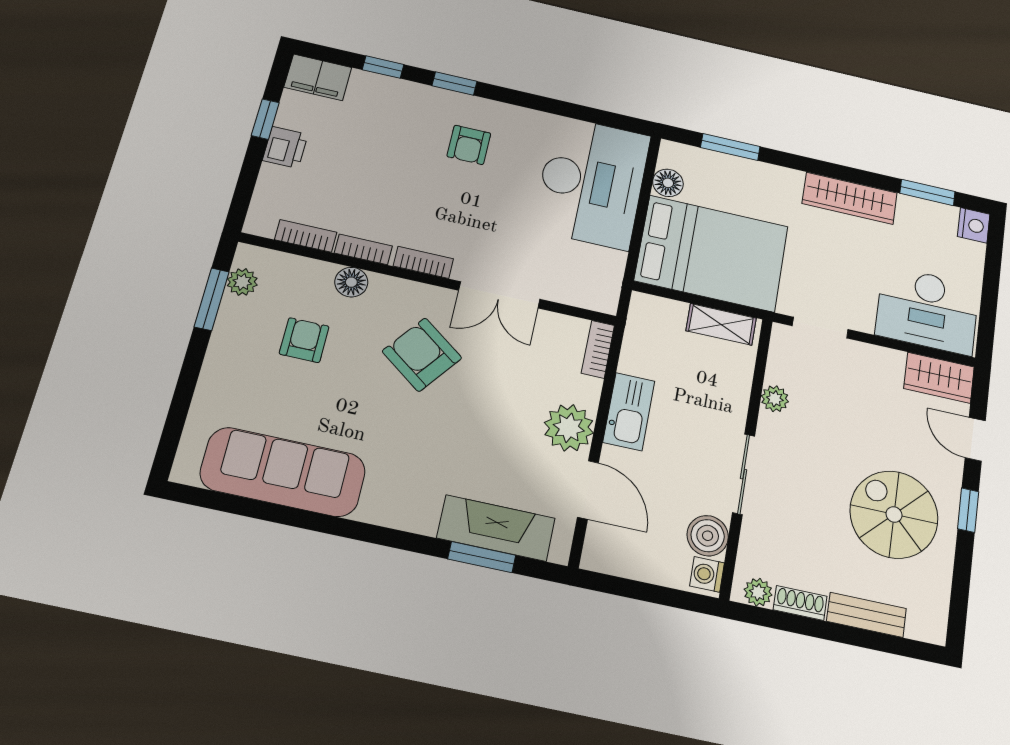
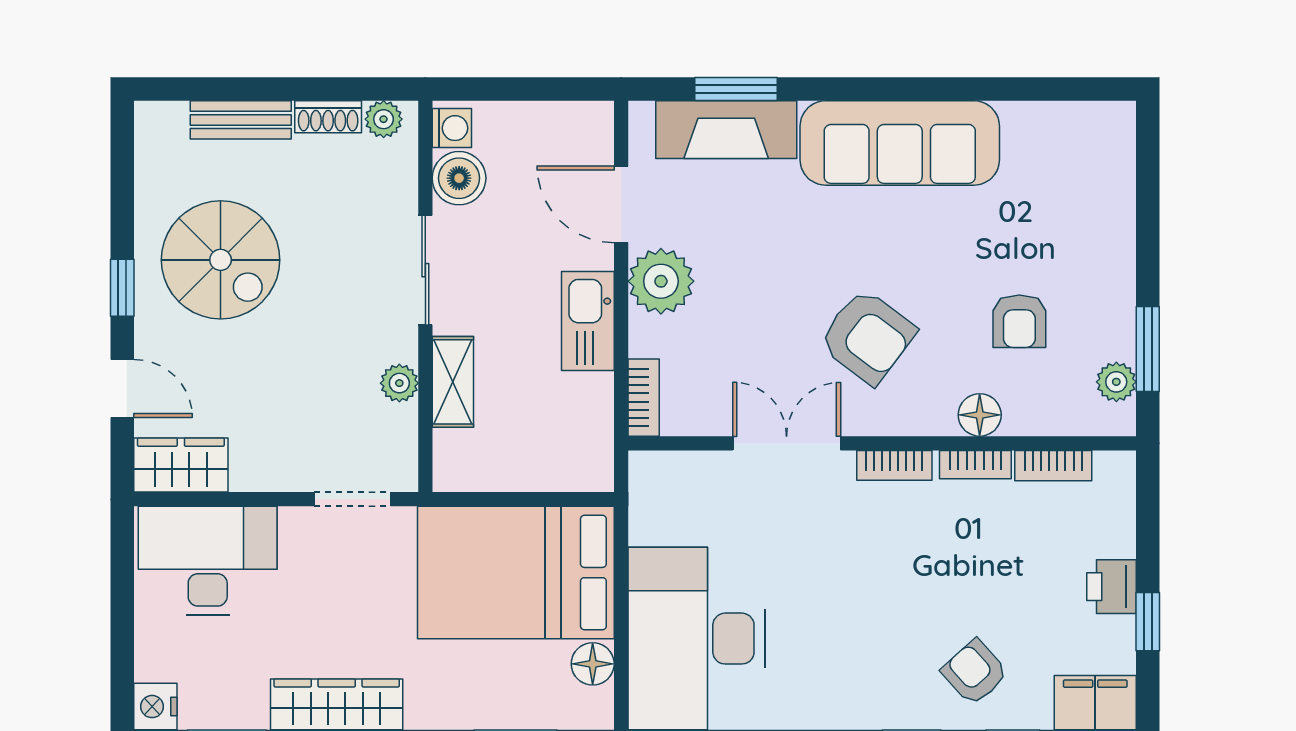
armchair: (469, 145) -> (975, 672), moved, turned -42
shelving: (721, 324) -> (453, 382), moved, turned 90
sofa: (283, 472) -> (900, 143), moved

